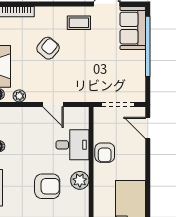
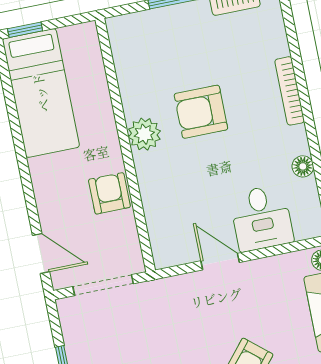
plant: (19, 96) -> (284, 265), removed
desk: (72, 145) -> (261, 218), moved, turned -90

